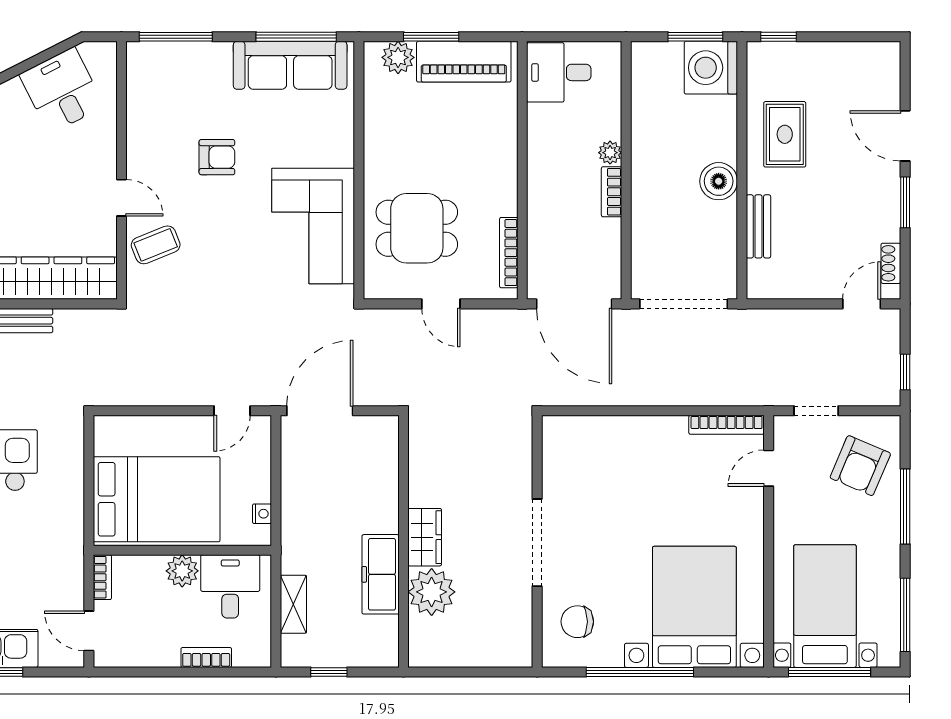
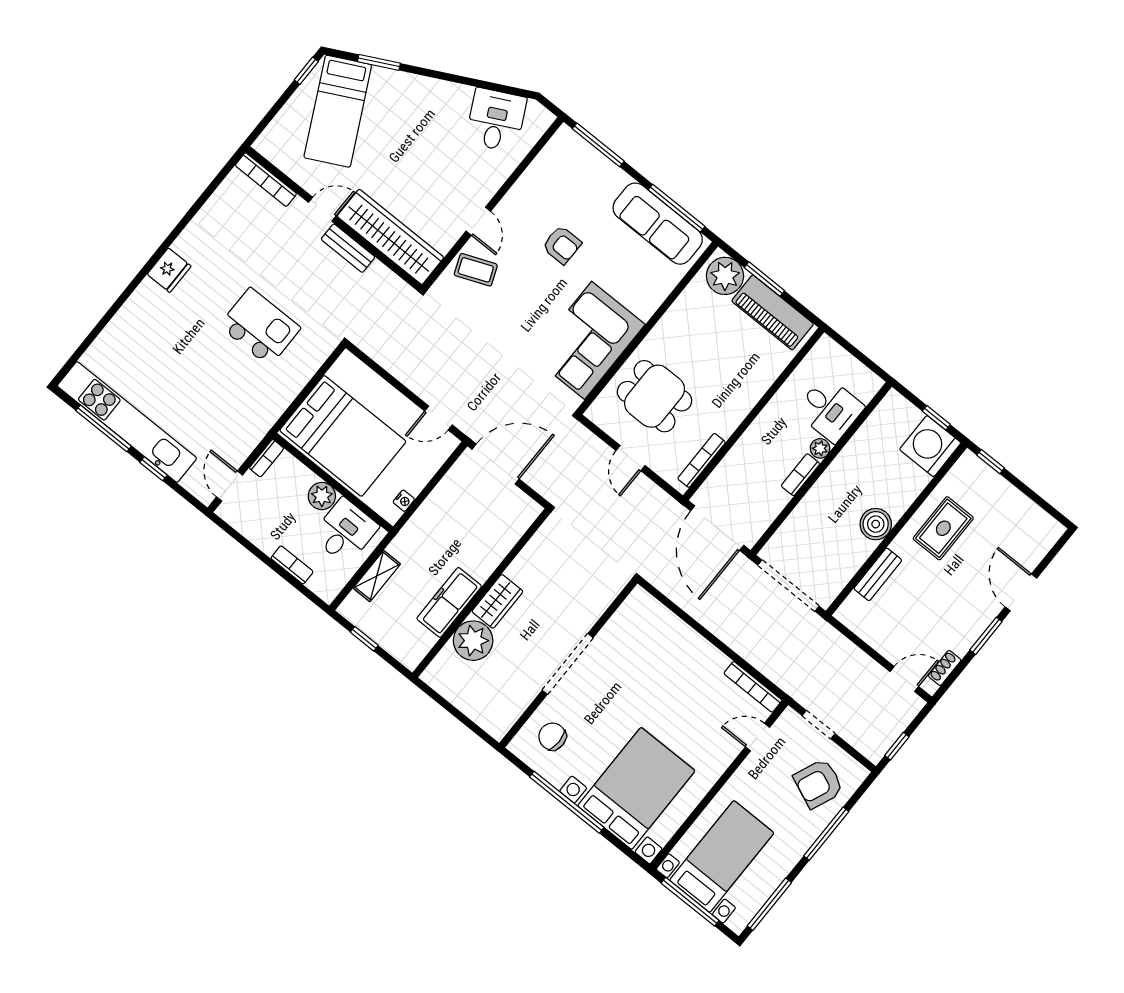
window: (695, 37) -> (936, 418), width x0.67
plant: (398, 57) -> (725, 276), width x1.36, depth x1.36
desk: (559, 72) -> (830, 409), moved, turned 180

